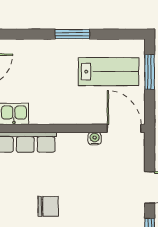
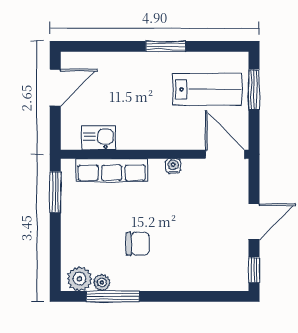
water cooler: (95, 139) -> (173, 166), moved

